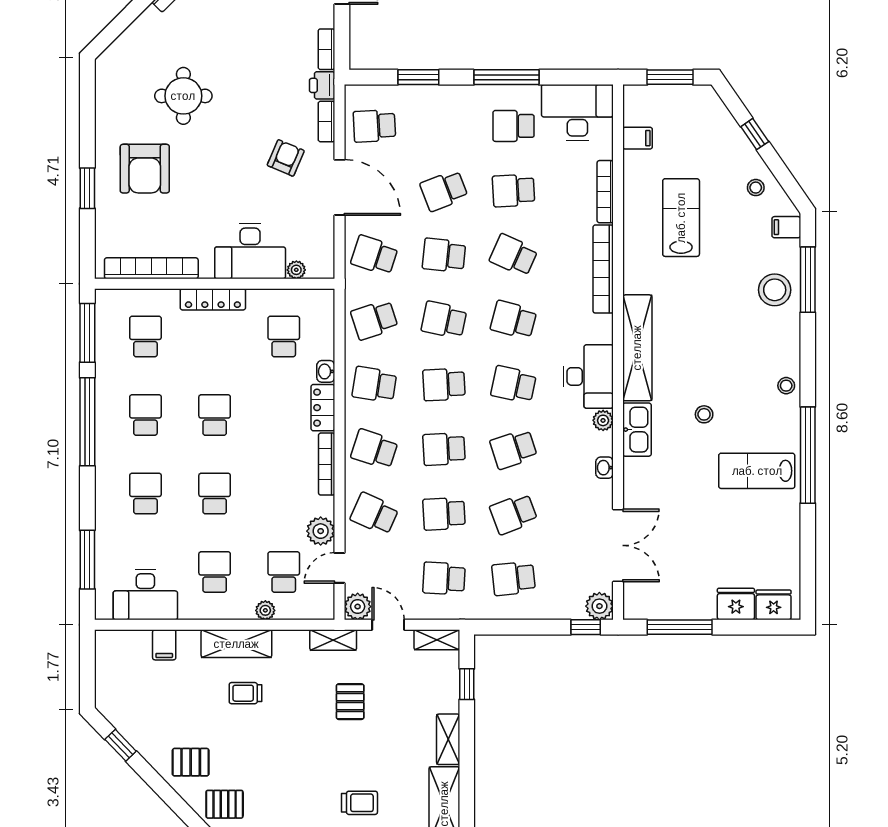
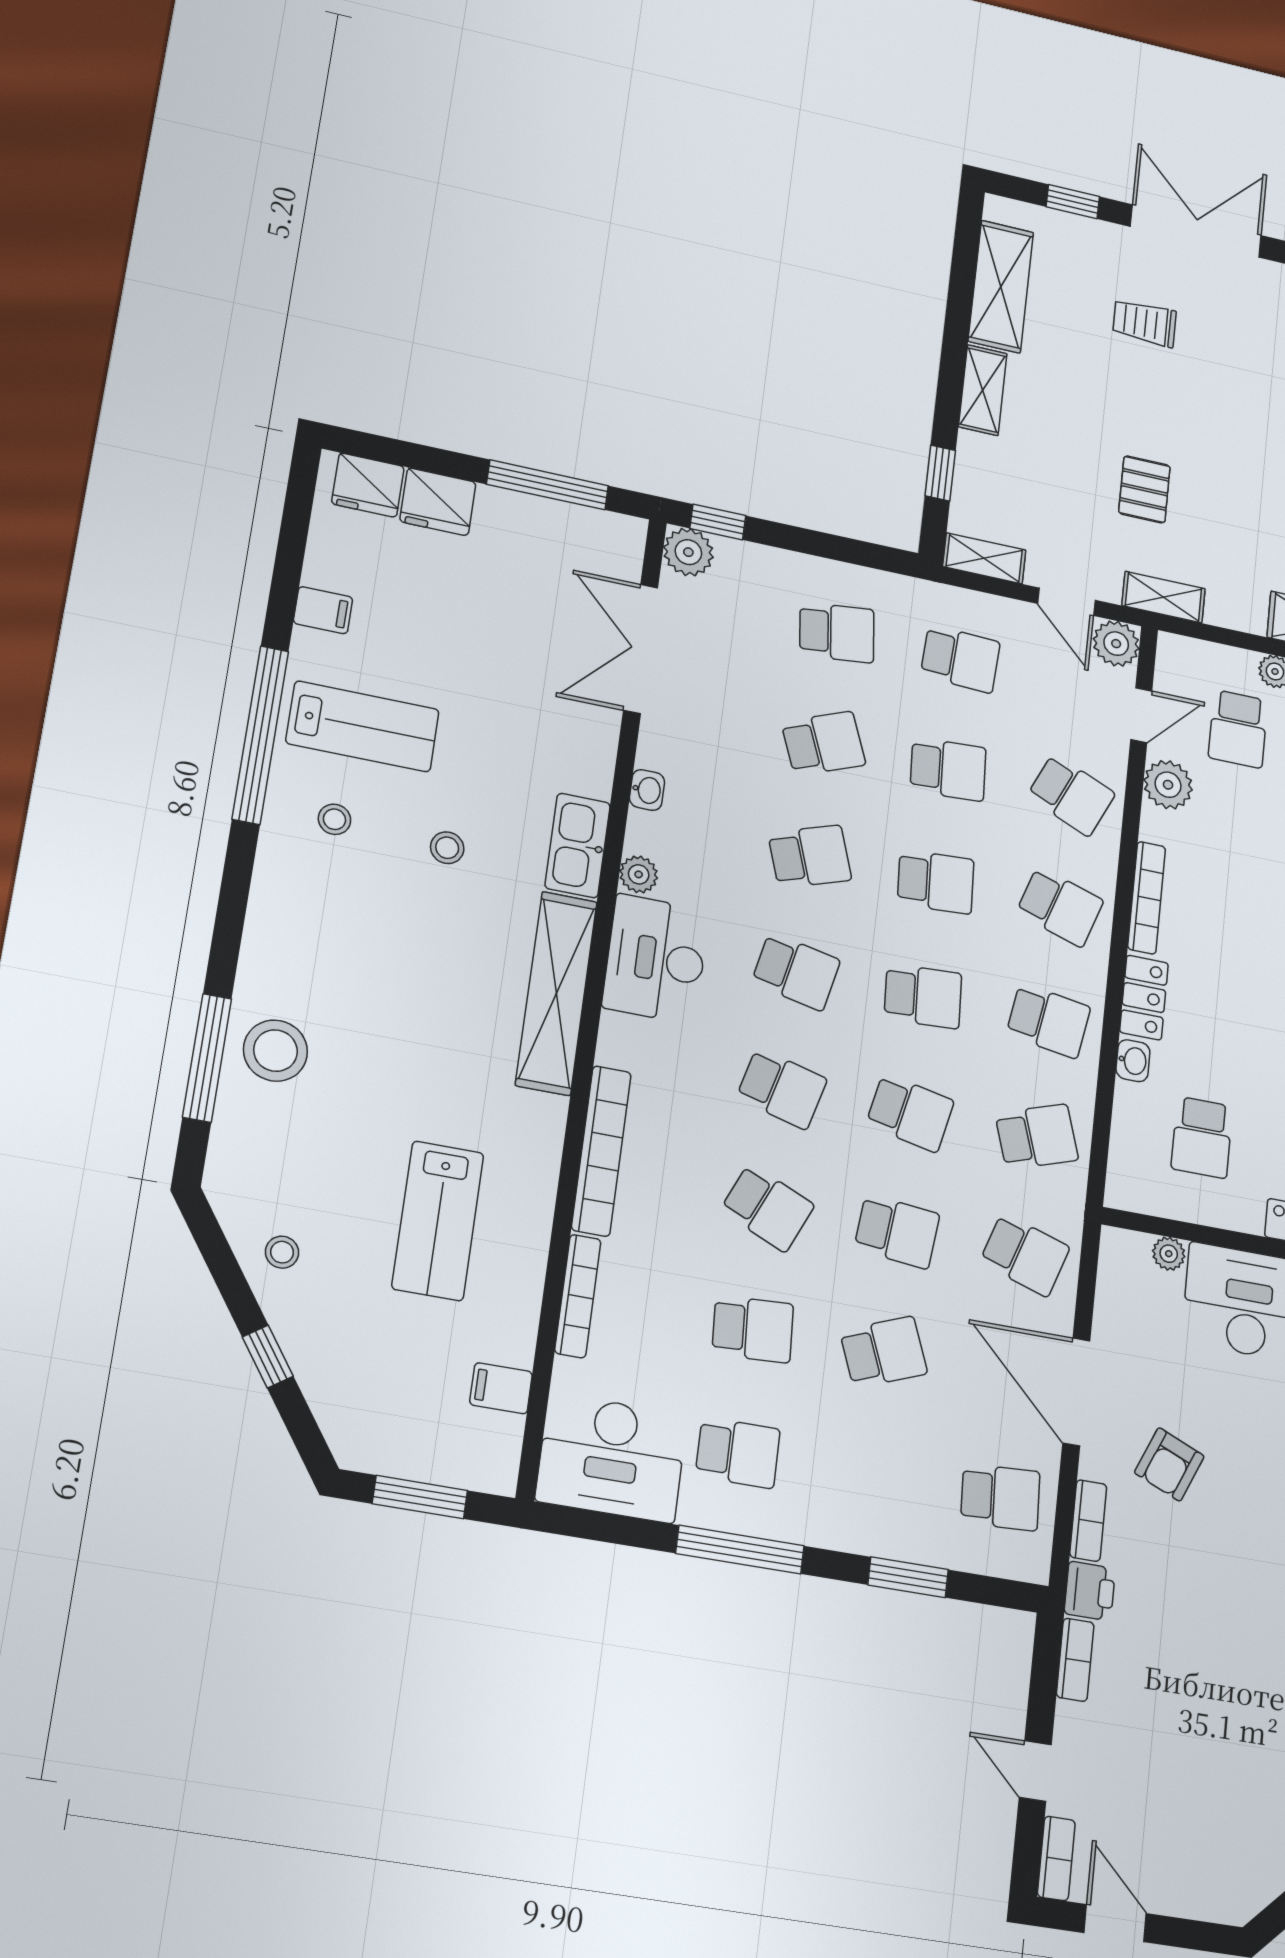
filing cabinet: (786, 227) -> (323, 610), moved
stool: (786, 386) -> (334, 819), moved

